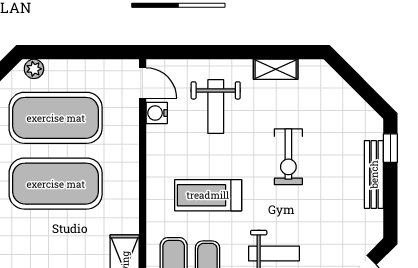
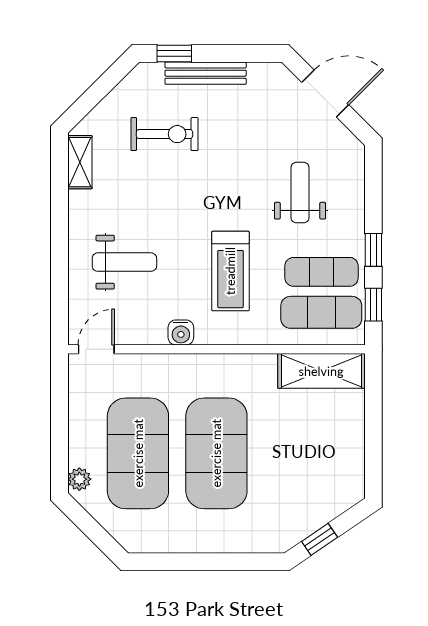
shelving: (276, 69) -> (80, 162), moved
water cooler: (157, 113) -> (181, 332), moved
exercise bike: (288, 157) -> (164, 134), moved

